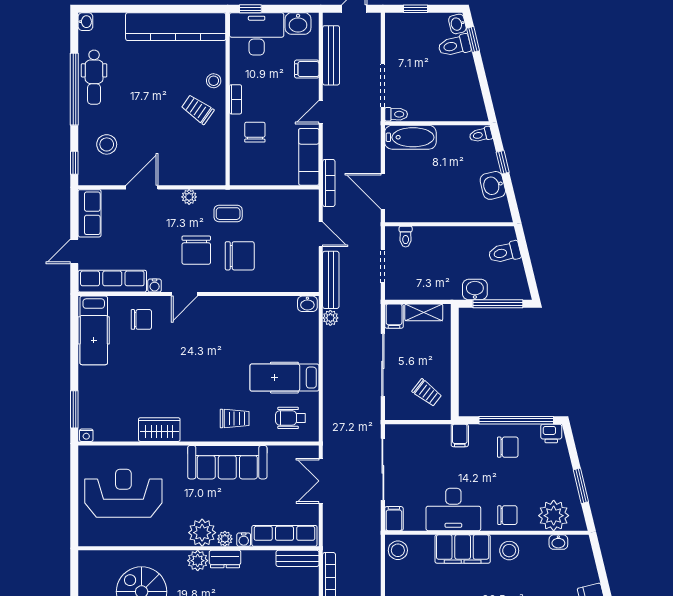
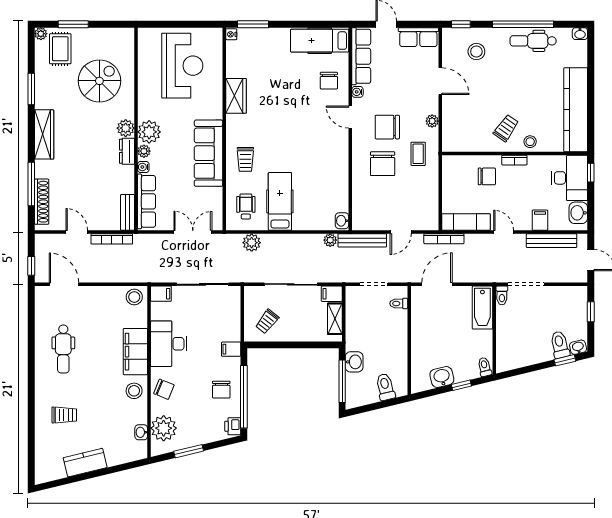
plant: (333, 411) -> (252, 243), added
chair: (507, 515) -> (164, 389), turned -68

